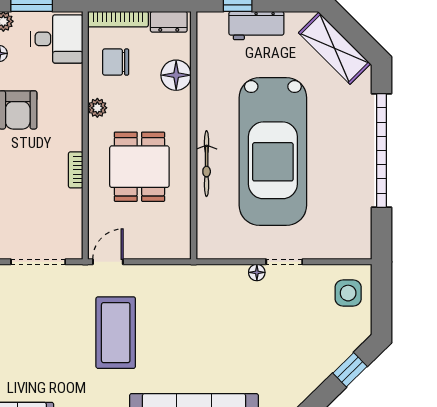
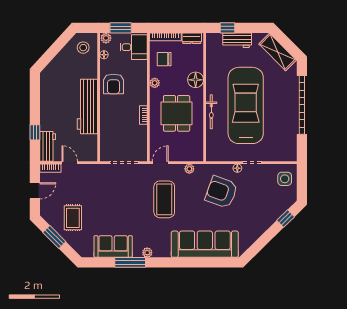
floor lamp: (176, 75) -> (196, 80), moved
car: (273, 151) -> (246, 105), turned 180
plant: (164, 274) -> (189, 169), added
armchair: (226, 319) -> (221, 192), added

